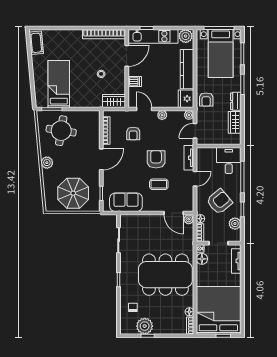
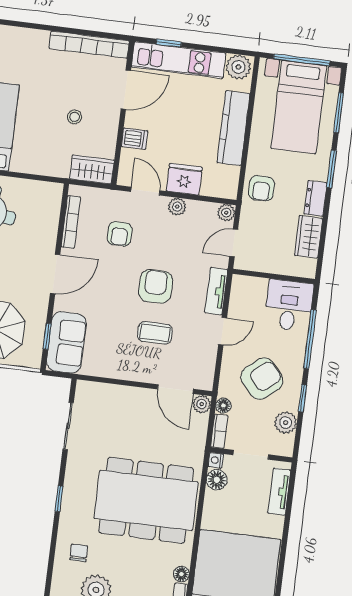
fridge: (186, 99) -> (184, 179), moved, turned 90
sofa: (126, 202) -> (66, 342), moved, turned 90

